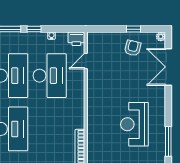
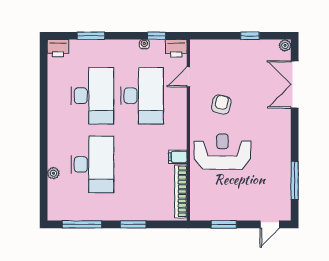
window: (34, 29) -> (157, 36), moved
armchair: (133, 48) -> (221, 104), moved
filing cabinet: (78, 123) -> (178, 157), added
reception desk: (134, 124) -> (222, 152), moved, turned 90

